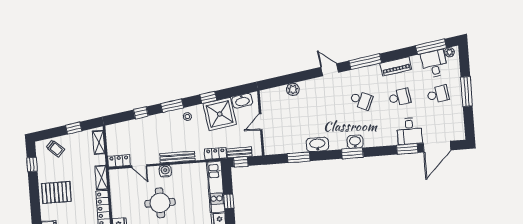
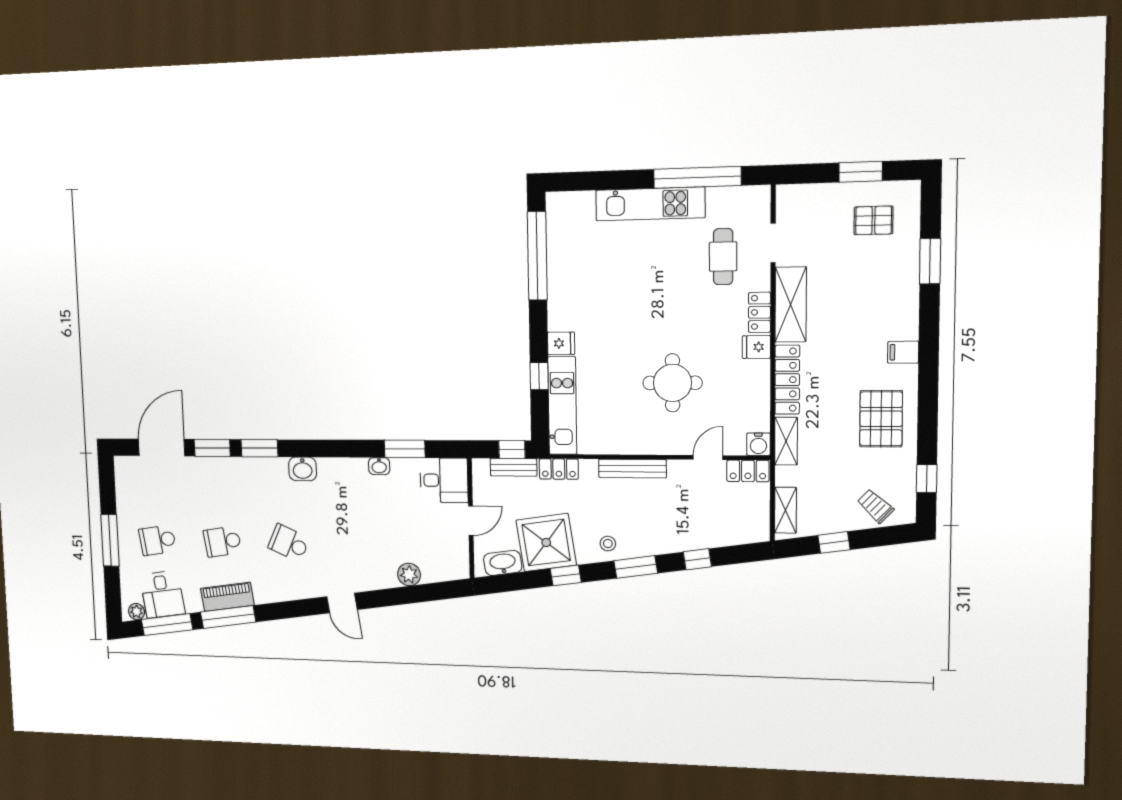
window: (365, 62) -> (228, 617), moved
desk: (409, 131) -> (444, 480), moved, turned 90
washbasin: (317, 144) -> (379, 466), width x0.52, depth x0.69
window: (352, 153) -> (259, 448), moved
door: (139, 166) -> (708, 457), hinge flipped
water cooler: (165, 171) -> (758, 444), moved
pallet: (56, 192) -> (881, 419), turned 90

